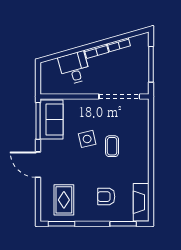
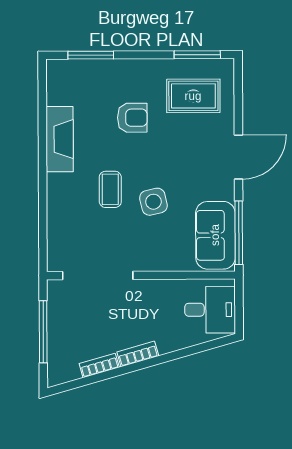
desk: (74, 68) -> (210, 310), moved, turned -74
door: (38, 165) -> (238, 157), hinge flipped
armchair: (106, 197) -> (132, 118), moved
rug: (64, 200) -> (193, 96), turned 90
fireplace: (141, 202) -> (60, 139), moved

